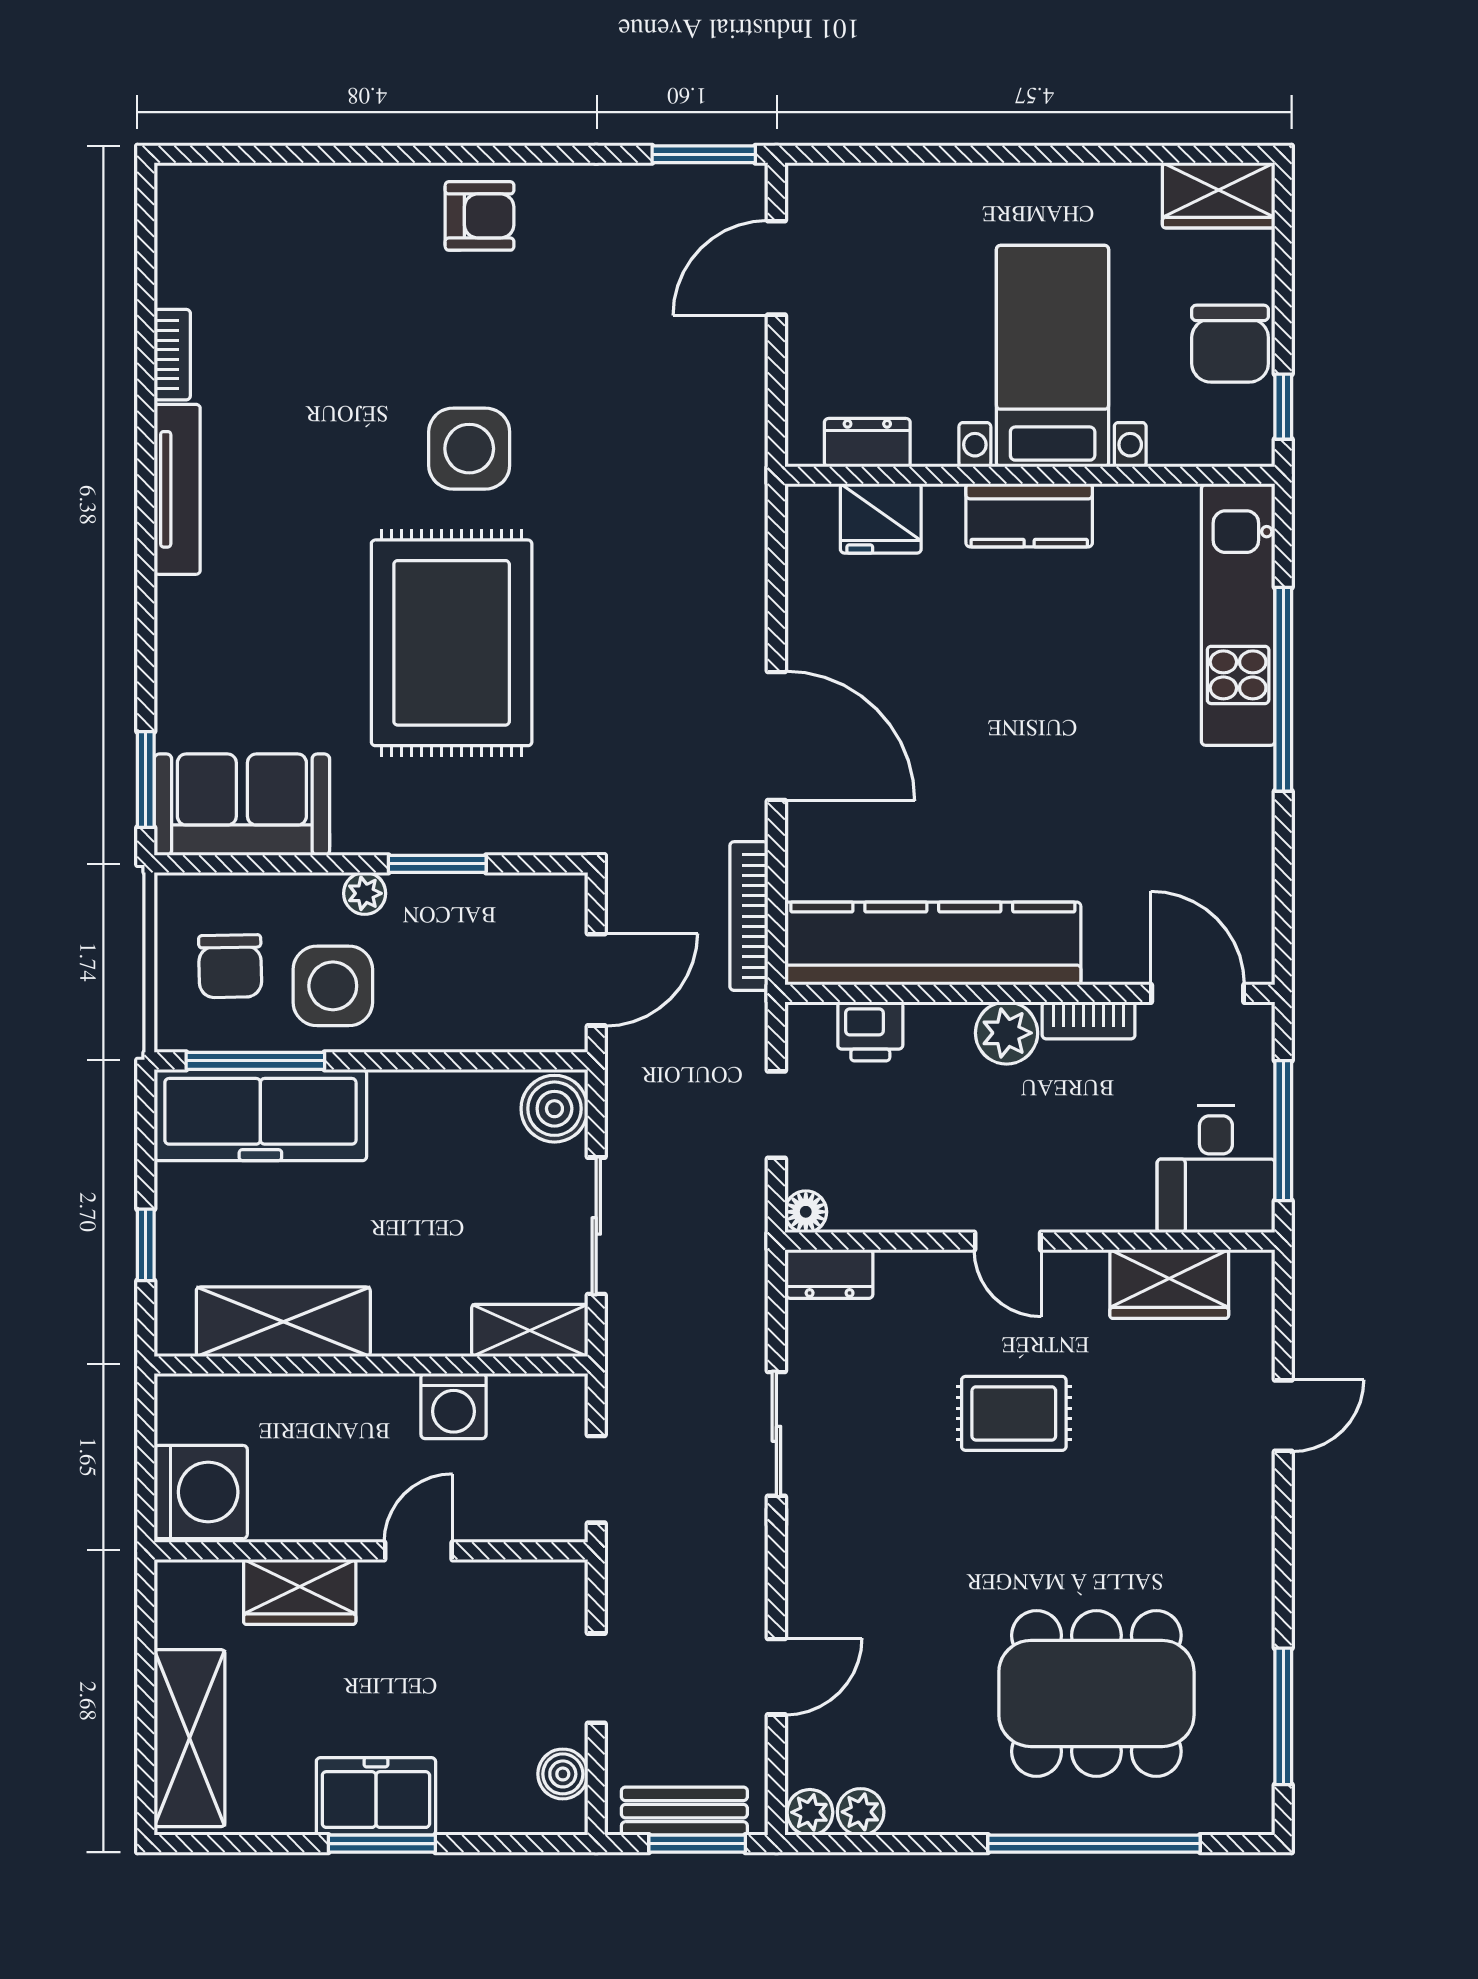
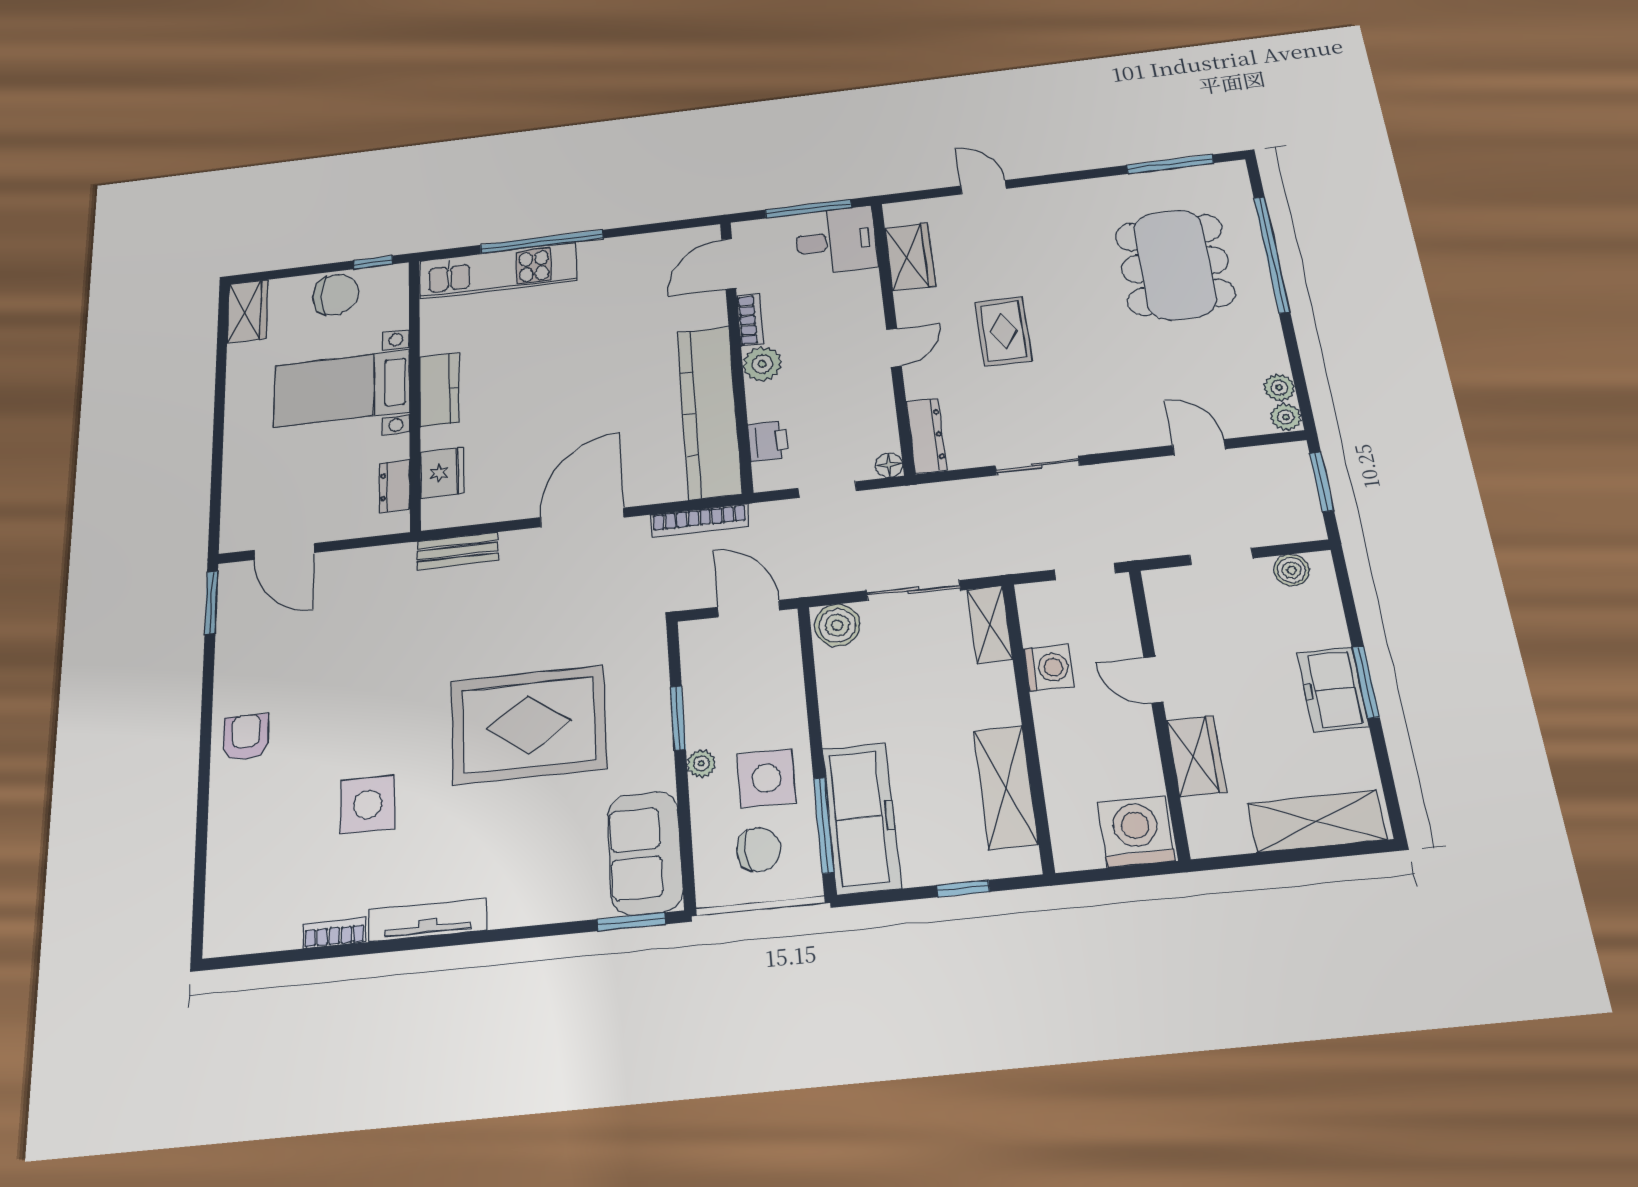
side table: (469, 449) -> (368, 804), moved
dresser: (830, 1274) -> (926, 435), width x1.44
bench: (684, 1811) -> (458, 551), moved, turned 90

